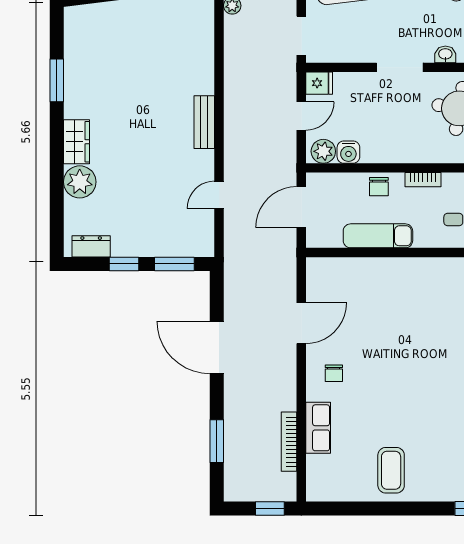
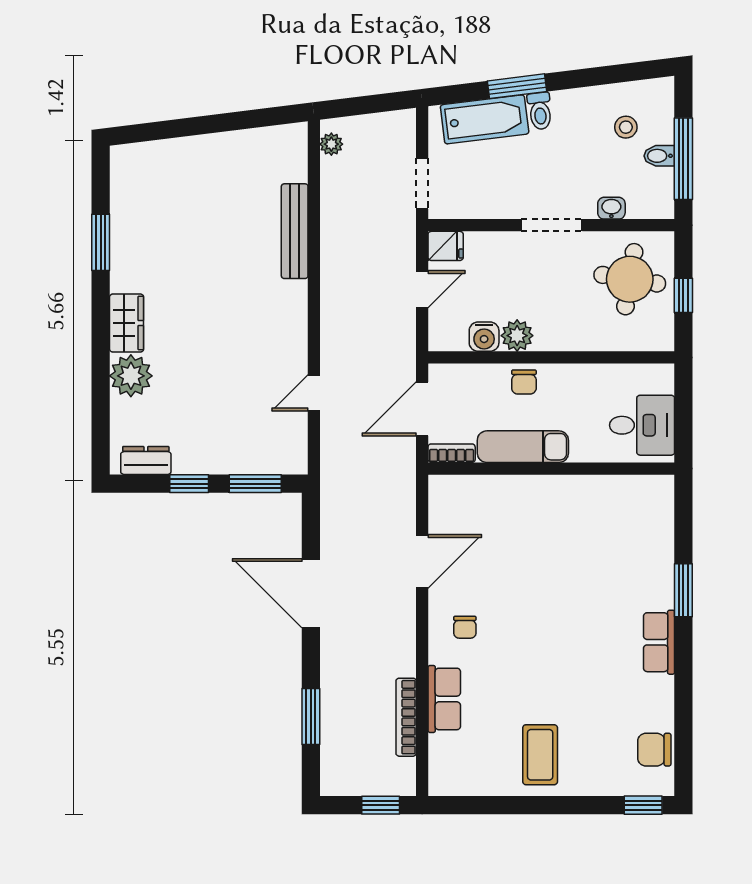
bench: (204, 122) -> (295, 231), moved, width x1.36
plant: (323, 151) -> (517, 336), moved
bookcase: (423, 180) -> (452, 453), moved, turned 180

